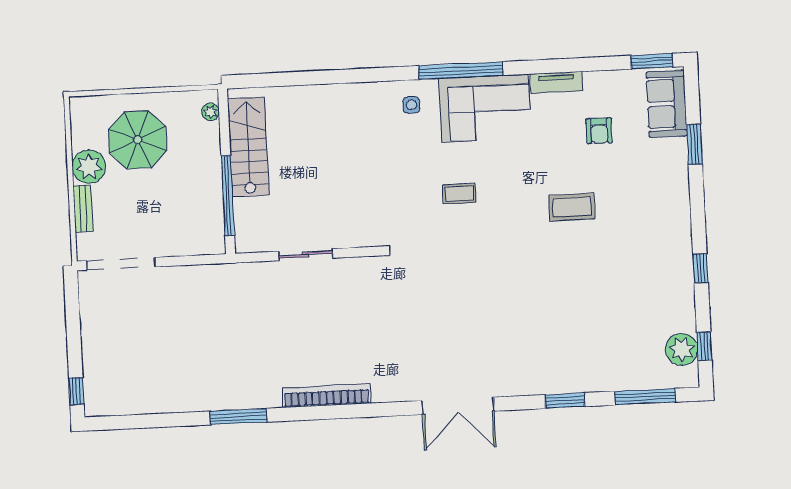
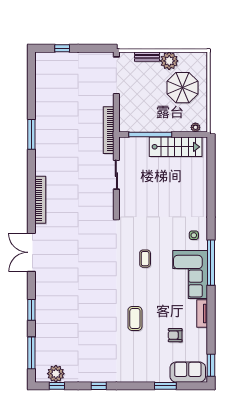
bookcase: (223, 273) -> (109, 130), added
window: (76, 391) -> (62, 48), moved
bookcase: (326, 396) -> (40, 200), moved

